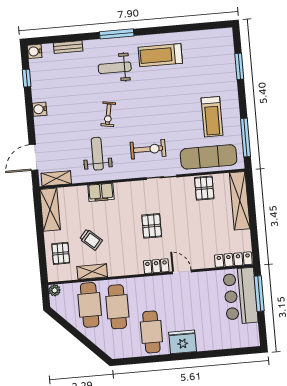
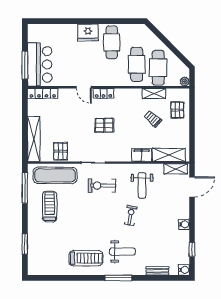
shelving: (50, 210) -> (169, 155), moved, turned 90
pallet: (152, 226) -> (104, 125), turned 90

